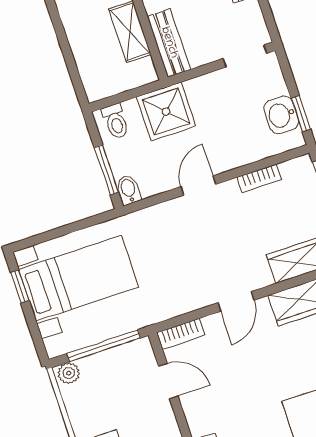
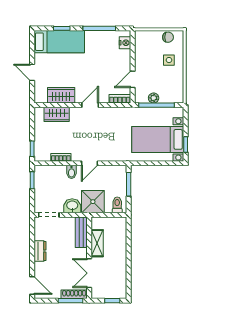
washbasin: (281, 115) -> (72, 206), moved, turned -90
bidet: (129, 190) -> (71, 172), moved
plant: (69, 373) -> (154, 98), moved
door: (168, 381) -> (133, 79), hinge flipped

